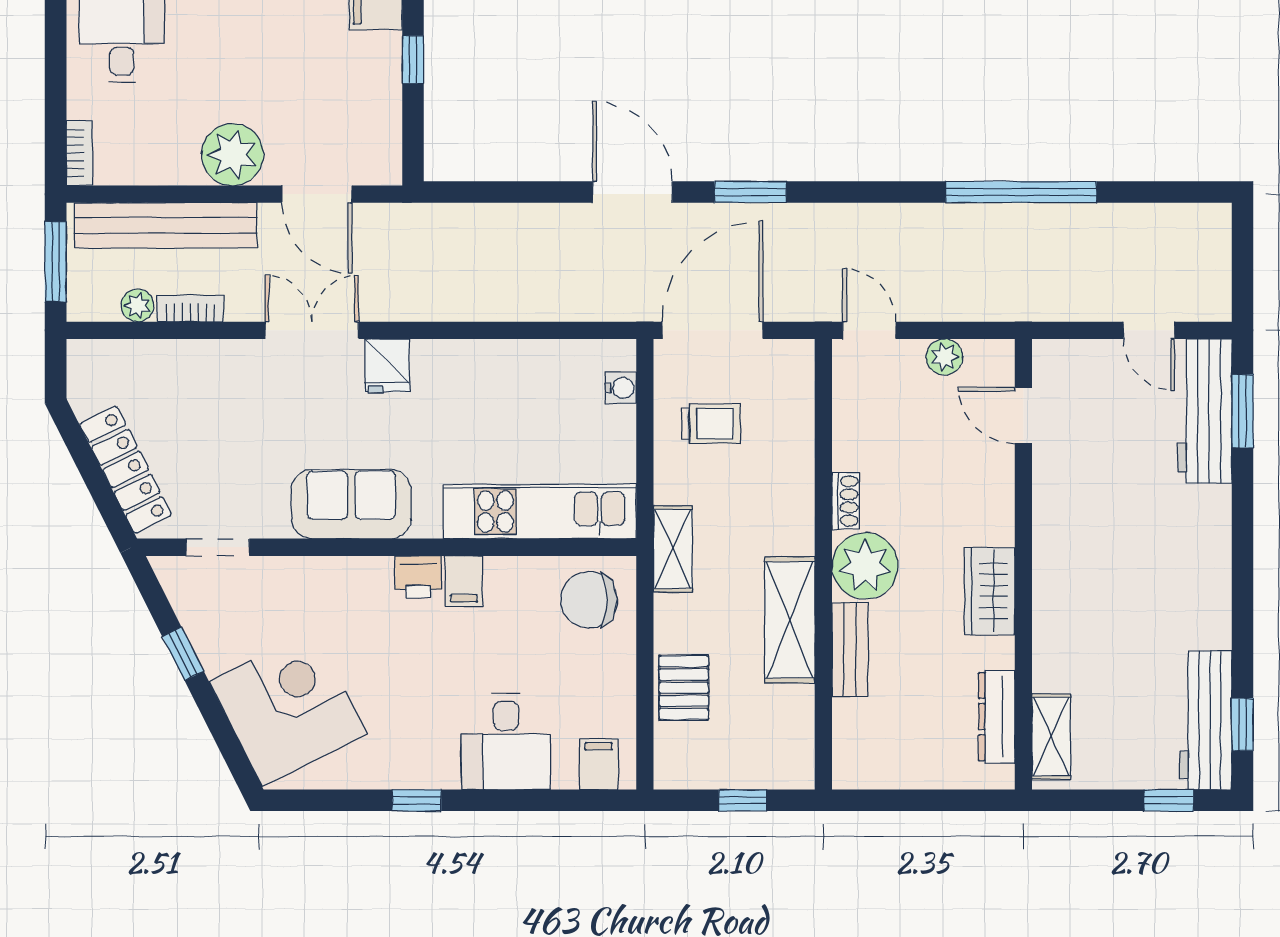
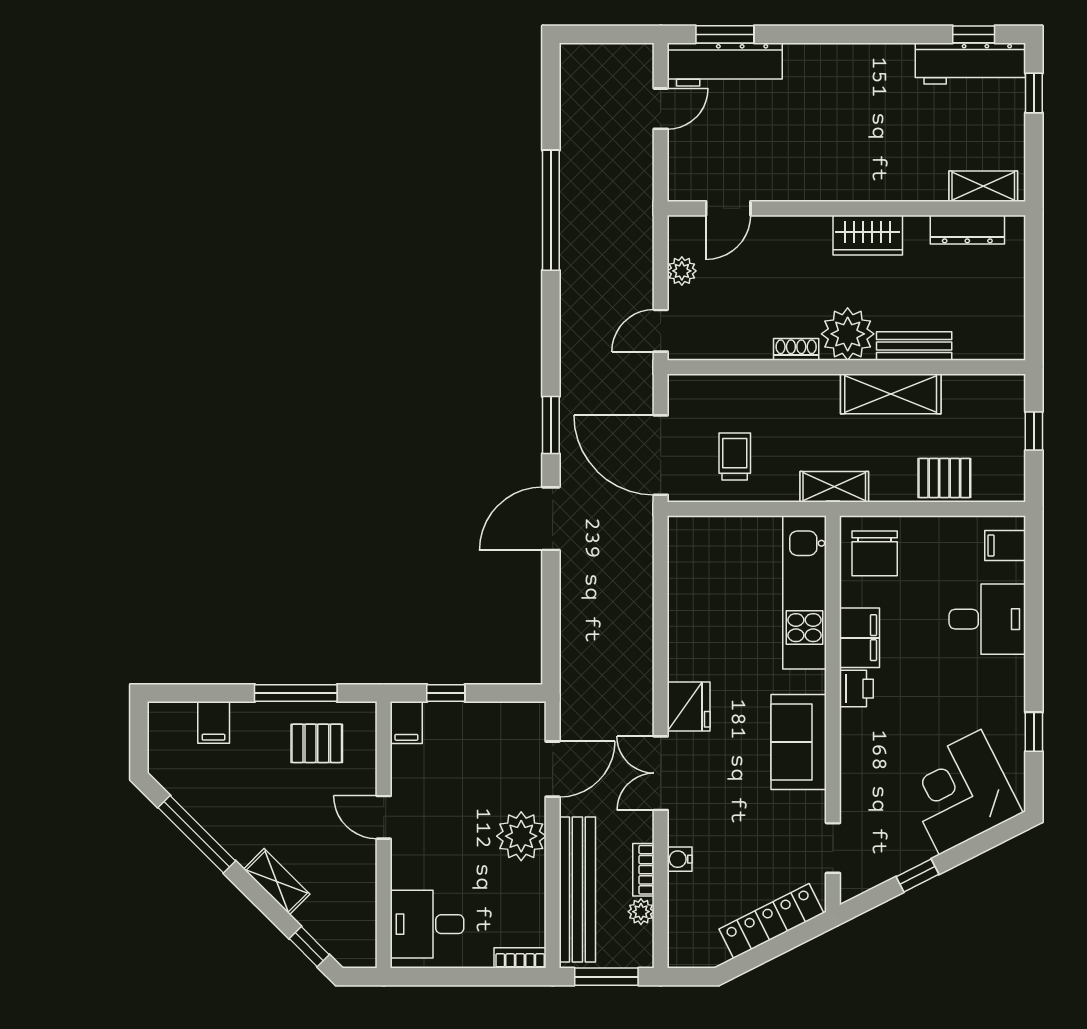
fridge: (387, 365) -> (689, 707), width x1.38
water cooler: (621, 388) -> (680, 859), moved, turned -90
filing cabinet: (464, 581) -> (860, 638), width x2.00
window: (417, 800) -> (1034, 732), moved

